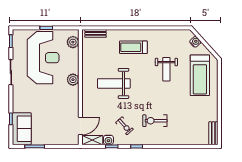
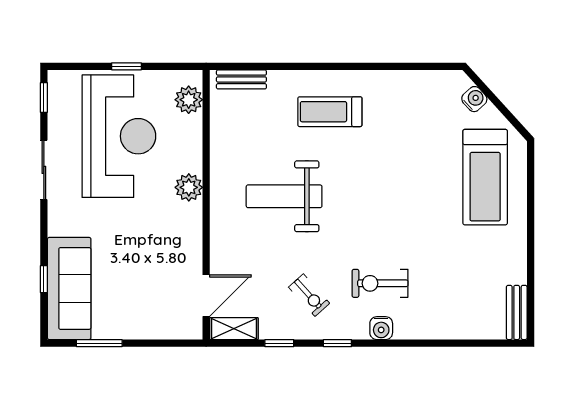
weight bench: (166, 69) -> (407, 163), removed
sofa: (22, 129) -> (69, 288), width x1.36
water cooler: (108, 140) -> (381, 328), moved

